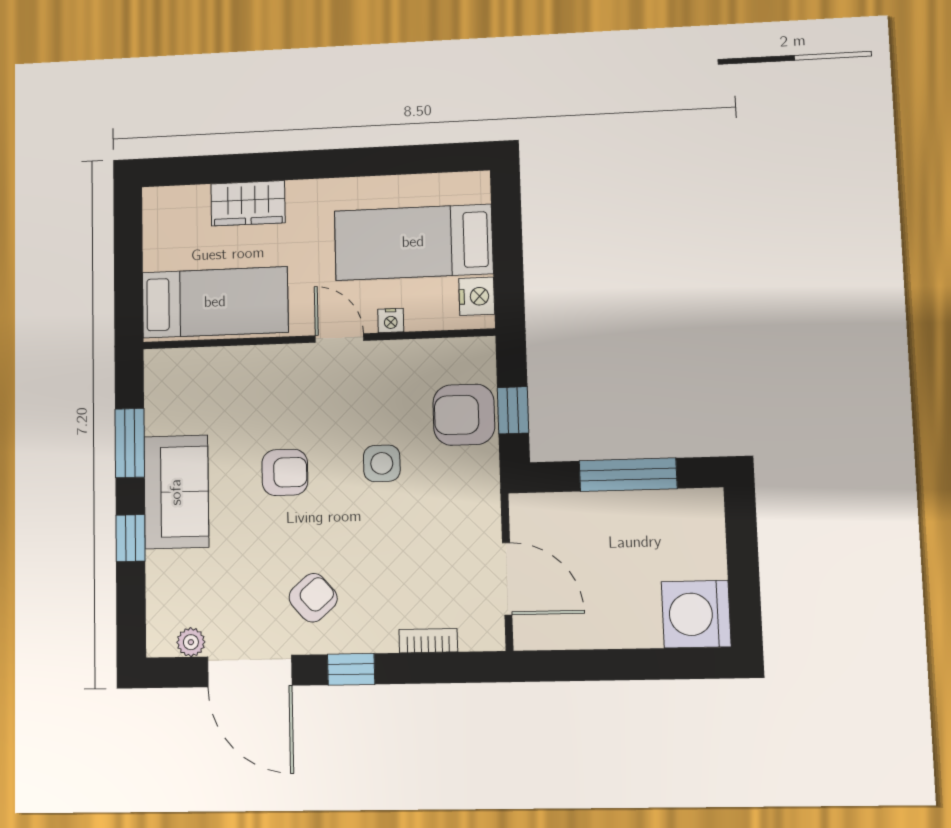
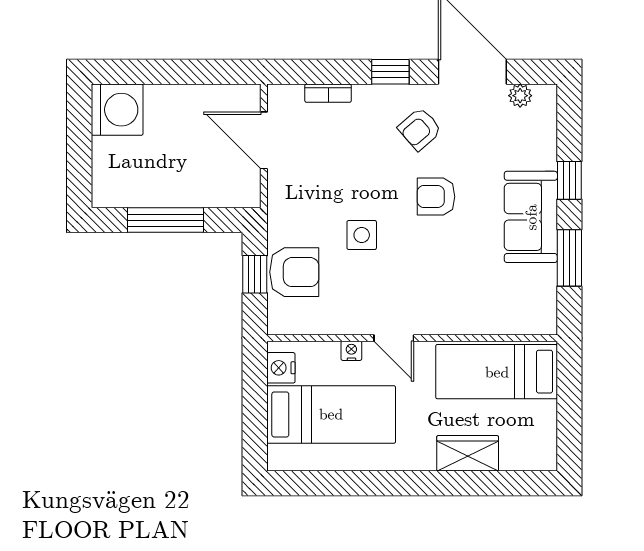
armchair: (285, 472) -> (436, 197), moved

